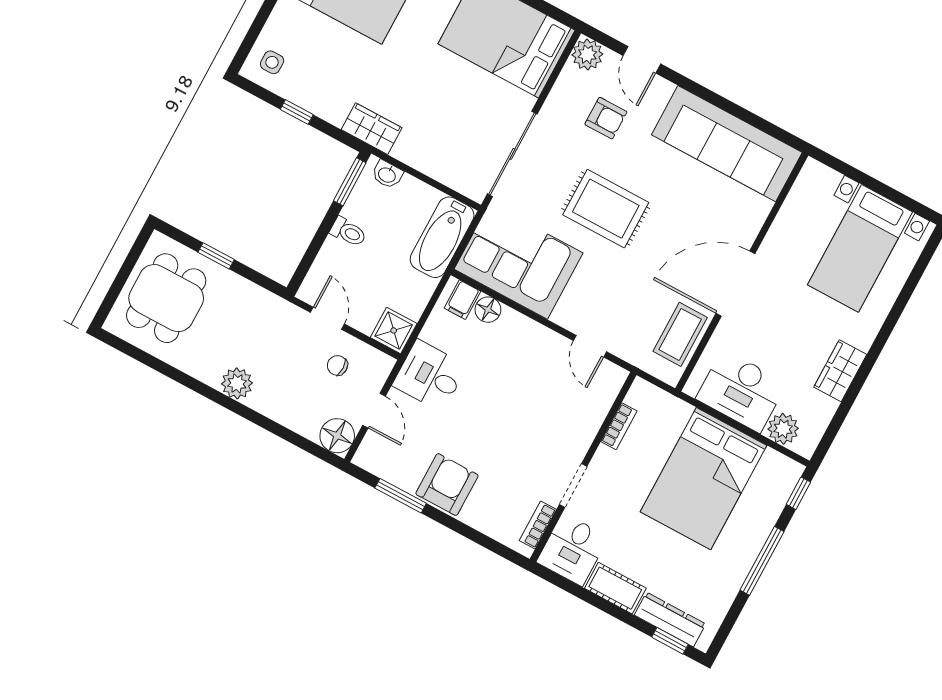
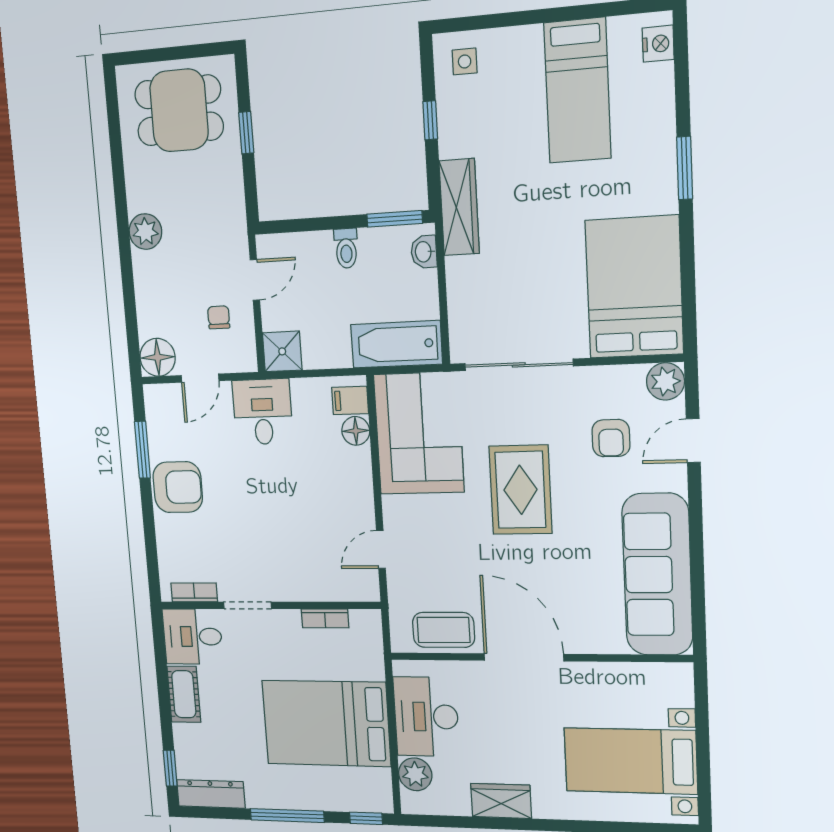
wardrobe: (372, 129) -> (459, 207), width x1.50
dresser: (670, 620) -> (211, 794), moved, turned -90

